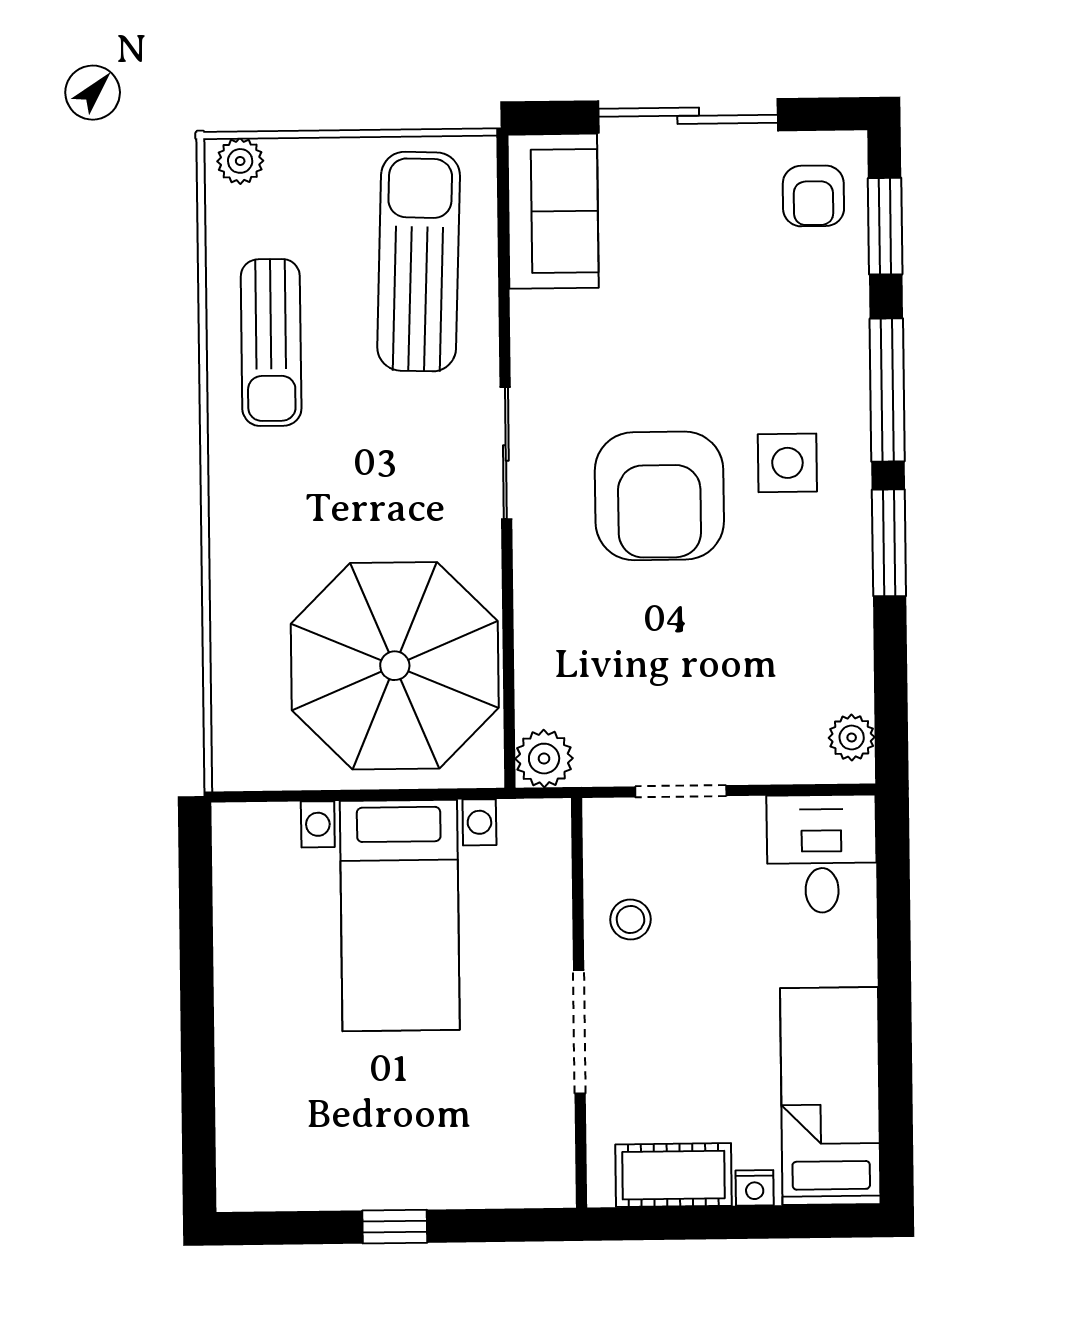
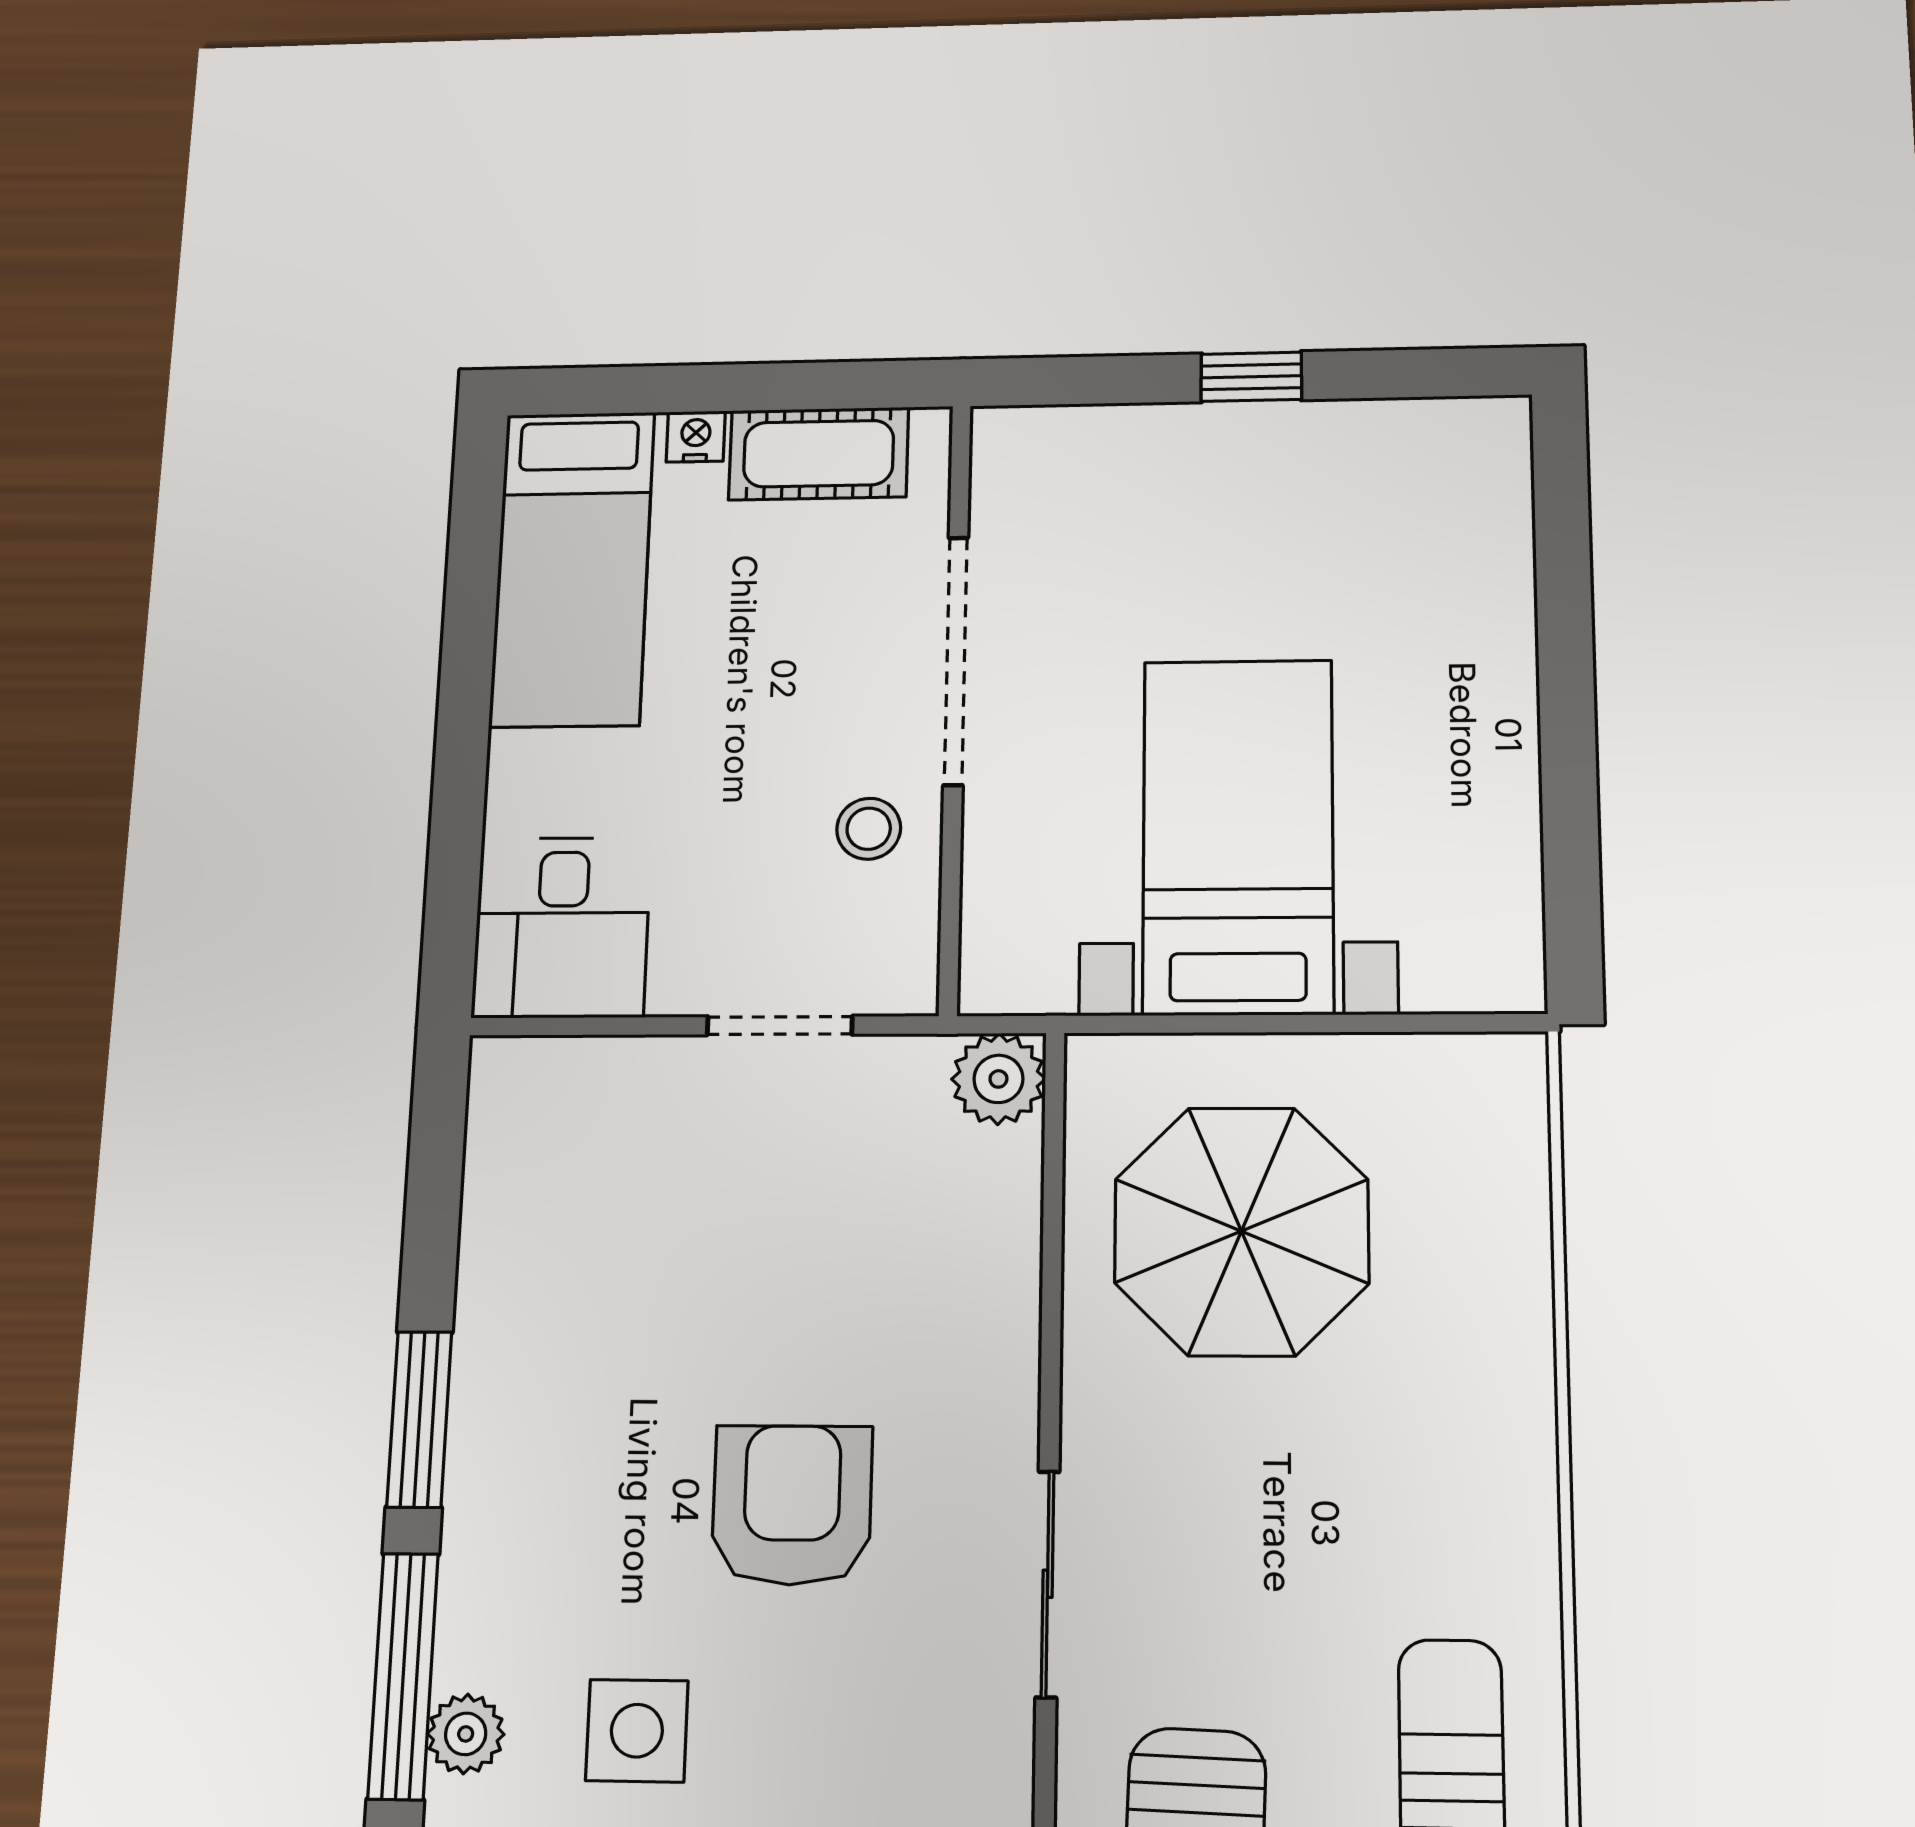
side table: (787, 463) -> (637, 1731), moved
armchair: (659, 496) -> (792, 1505), width x0.73, depth x0.73
parasol: (395, 666) -> (1241, 1231), width x0.73, depth x0.73
plant: (852, 737) -> (466, 1734), moved
doorway: (579, 1032) -> (956, 660), width x1.36

